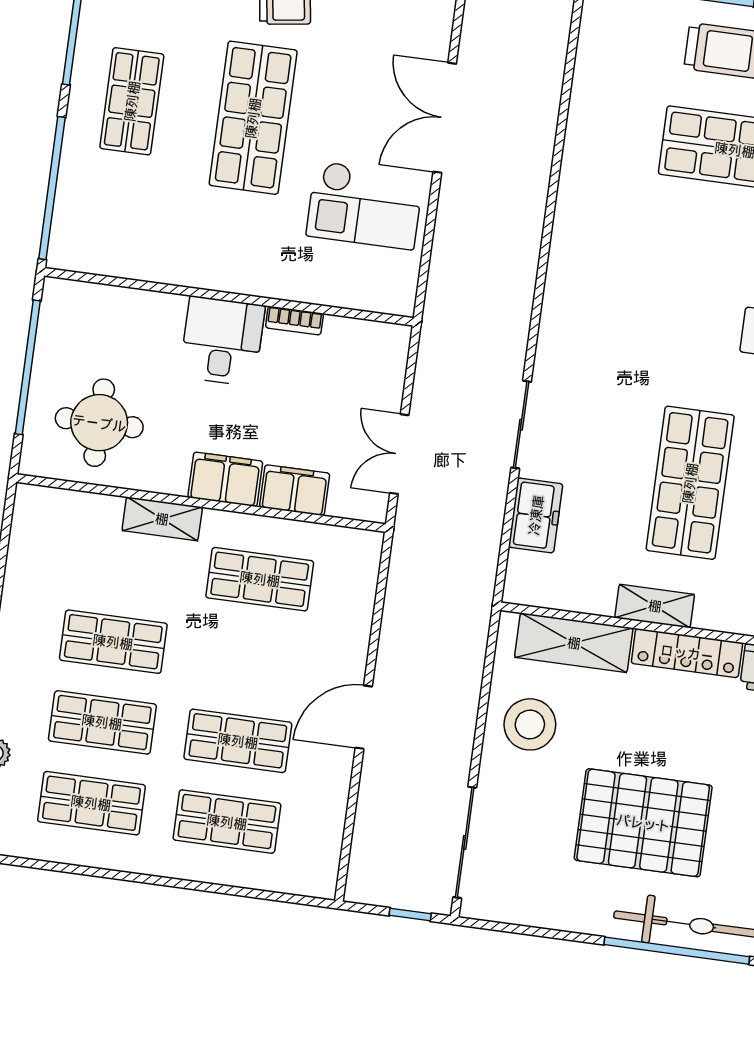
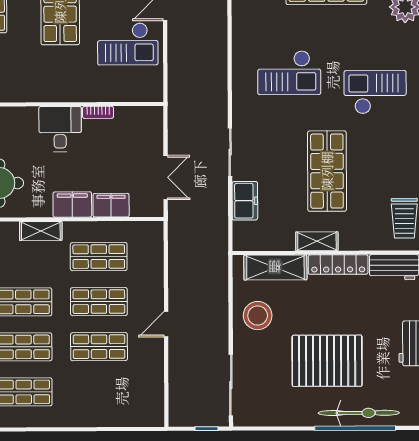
checkout: (647, 297) -> (289, 73), added
double door: (399, 454) -> (166, 177), swing flipped
door: (364, 717) -> (166, 324), width x0.73
shop shelf: (227, 822) -> (99, 302), moved

